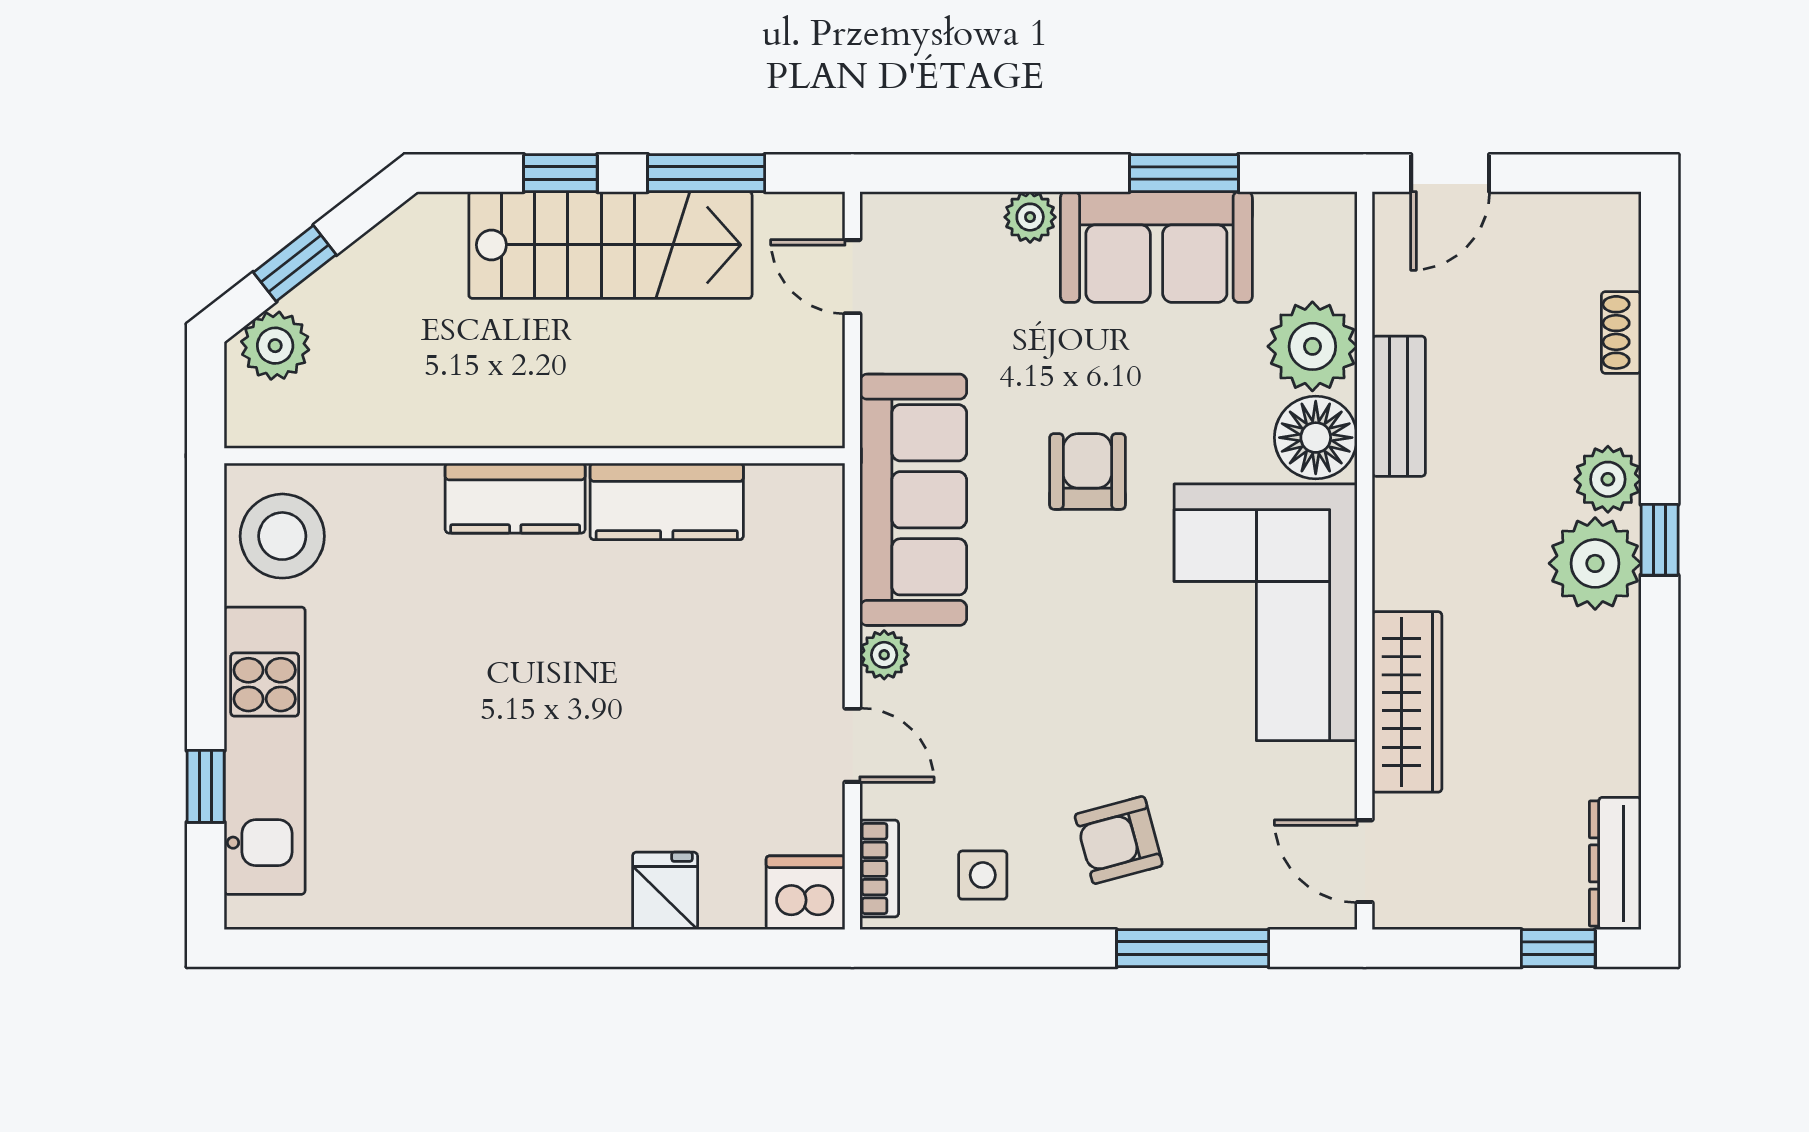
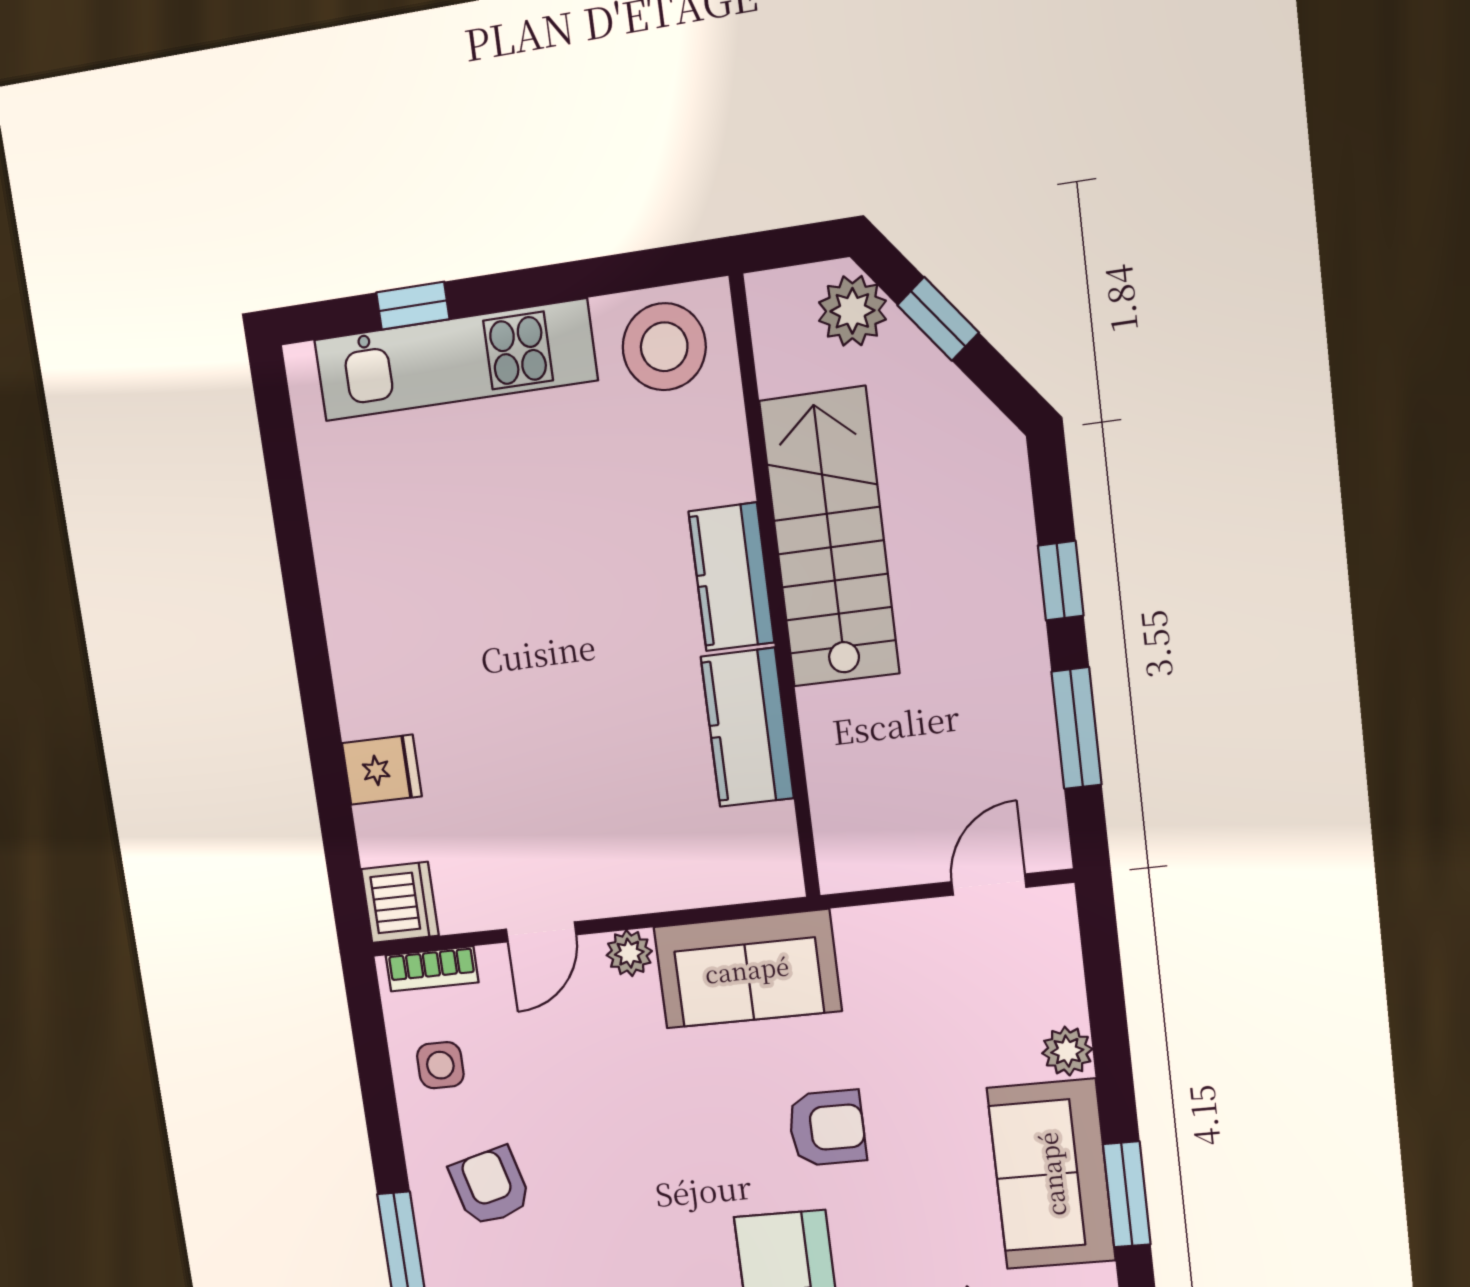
stairs: (610, 245) -> (830, 538), moved, turned 180
sofa: (913, 500) -> (747, 969), width x0.73

